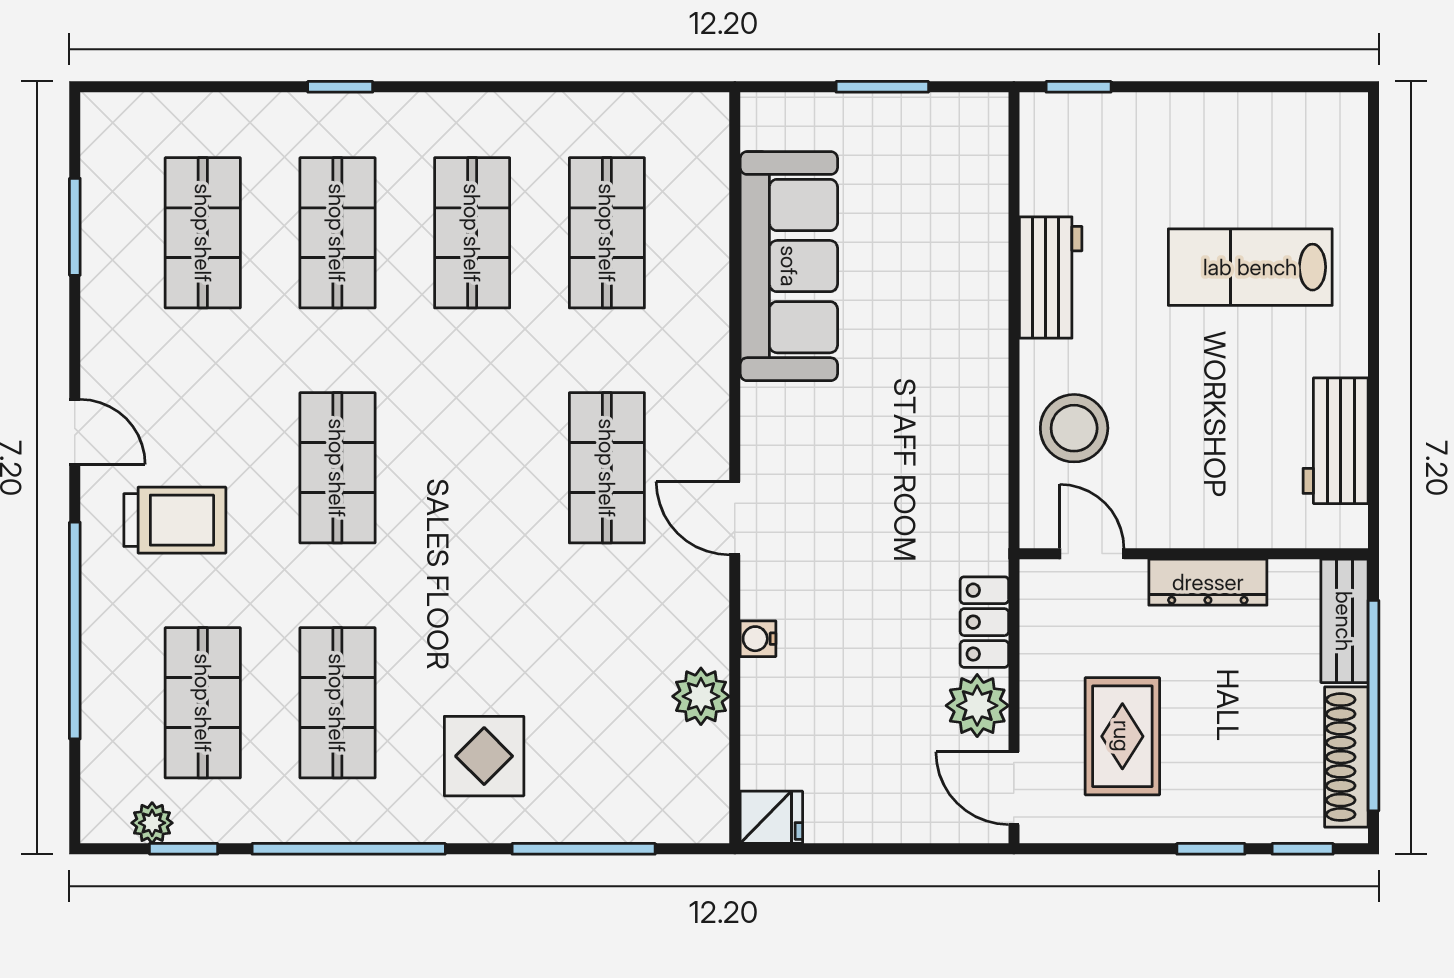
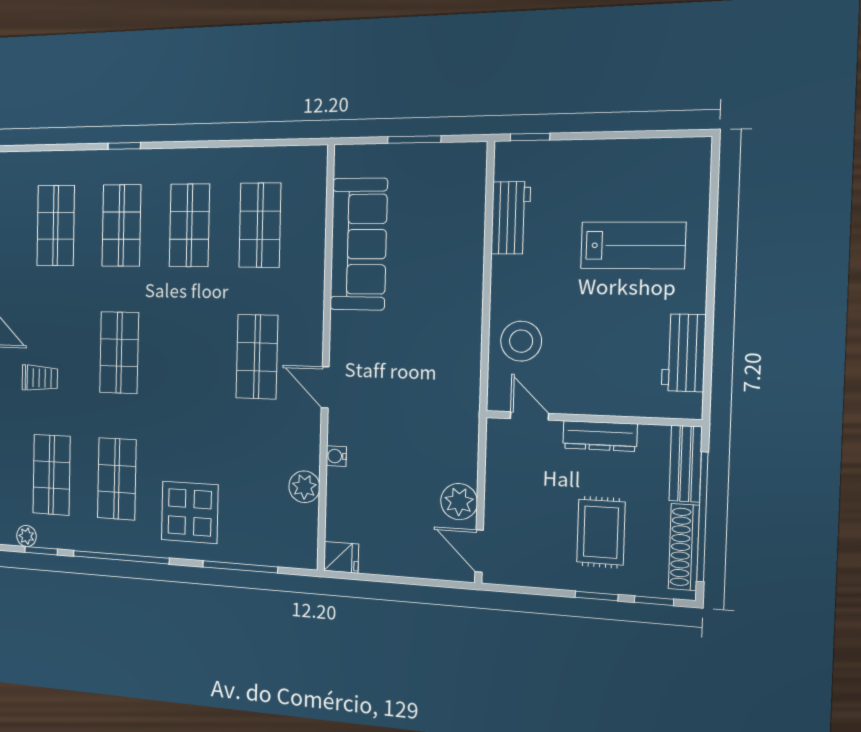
lab bench: (1250, 267) -> (633, 245), turned 180
workbench: (1051, 277) -> (511, 218), moved
trolley: (175, 520) -> (40, 378), width x0.73, depth x0.72
locker: (984, 622) -> (465, 453), removed
rug: (1122, 736) -> (601, 532), moved
display table: (484, 756) -> (190, 512), width x1.36, depth x1.36

